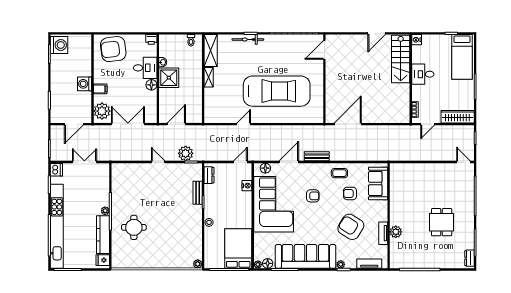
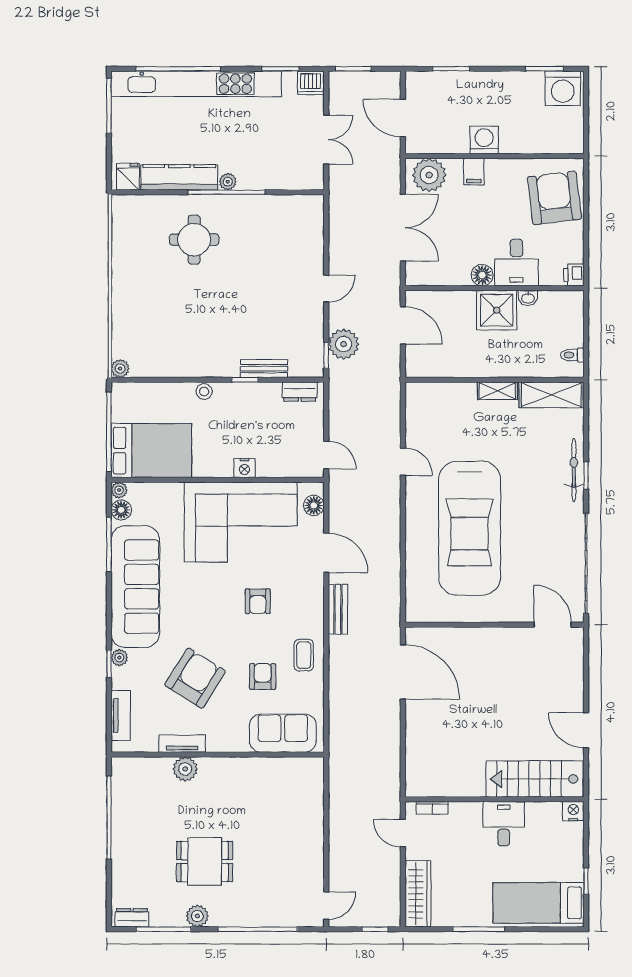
nightstand: (247, 186) -> (244, 468), moved
plant: (469, 226) -> (197, 916), added

